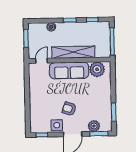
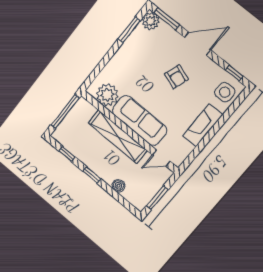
fireplace: (35, 96) -> (203, 125), added
side table: (57, 125) -> (225, 92), moved
plant: (94, 126) -> (151, 21), moved

